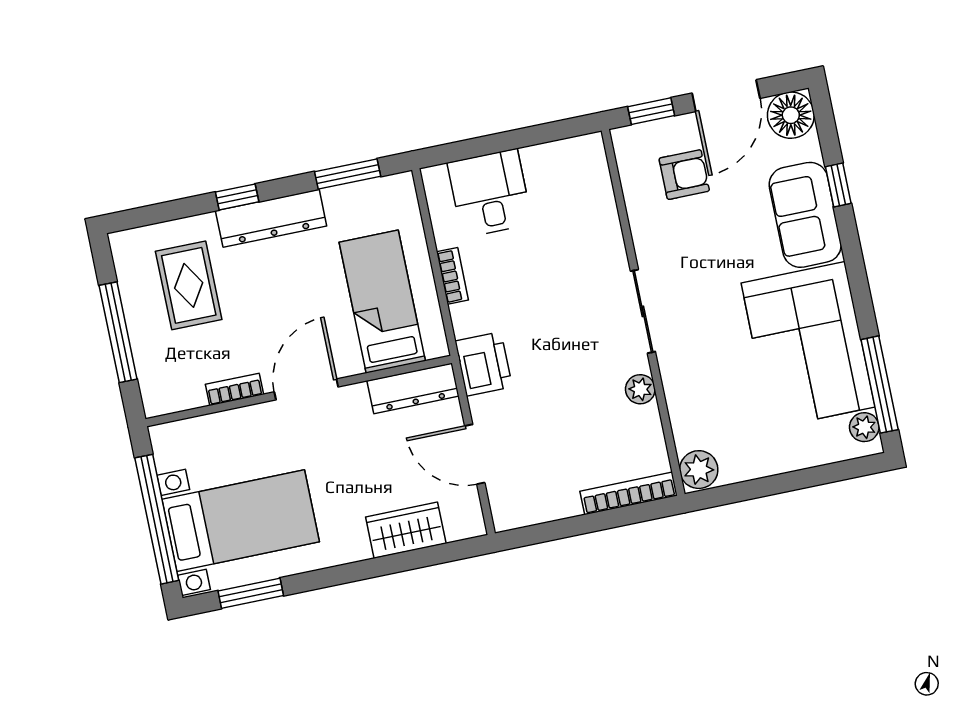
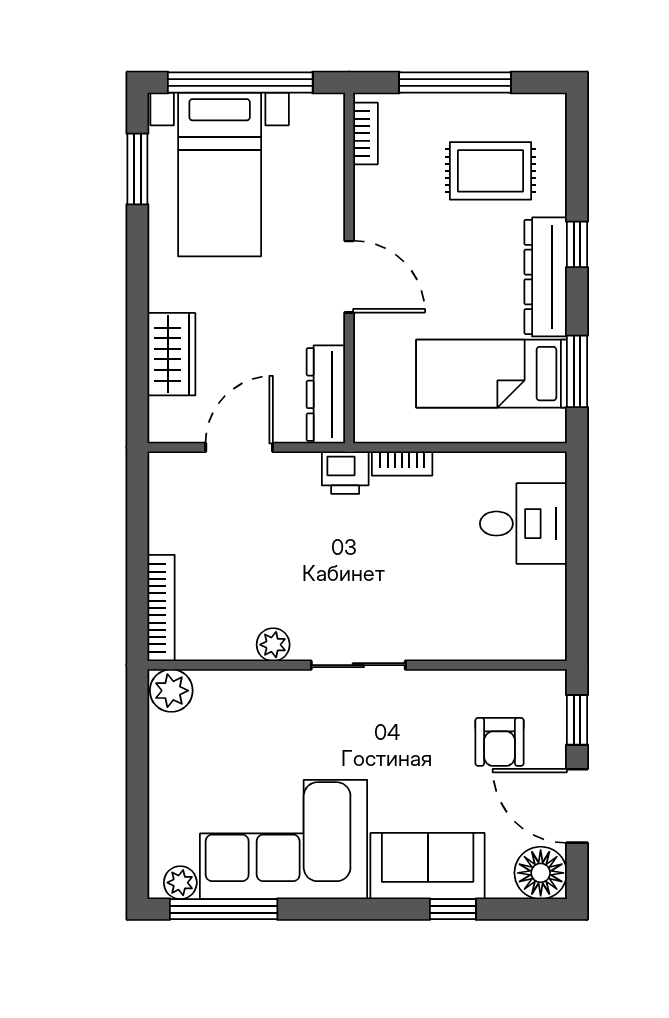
bookcase: (452, 276) -> (402, 464), moved
bed: (382, 302) -> (491, 374), moved, turned 180
printer: (484, 364) -> (345, 473), width x0.73, depth x0.81
bookcase: (235, 389) -> (365, 133), moved

